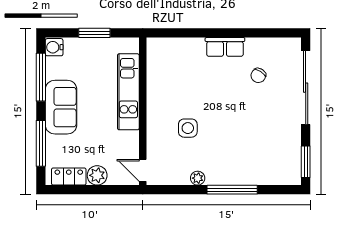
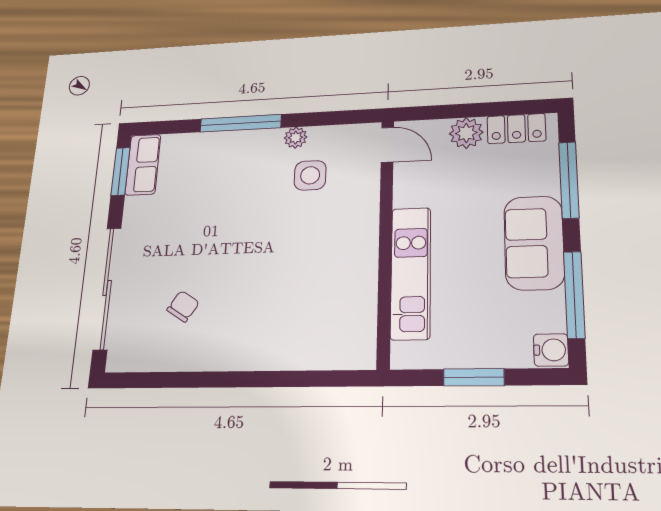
row of seats: (225, 47) -> (143, 165), moved, turned 90
side table: (188, 128) -> (310, 175), moved

